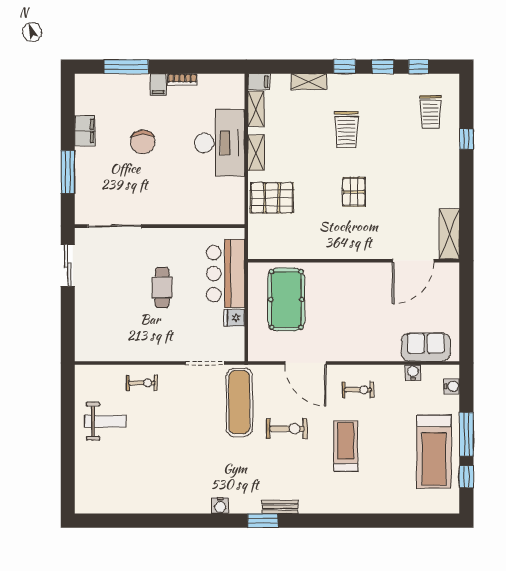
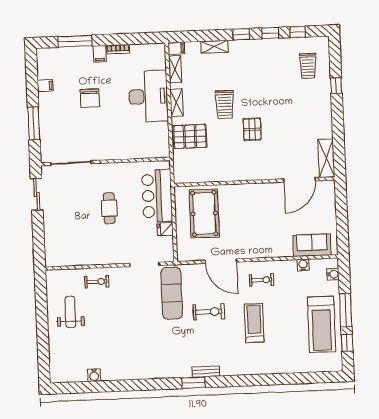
trolley: (346, 129) -> (225, 104), moved
filing cabinet: (85, 131) -> (45, 86), width x0.50
weight bench: (105, 421) -> (70, 312), turned -90
water cooler: (220, 506) -> (94, 375), moved

